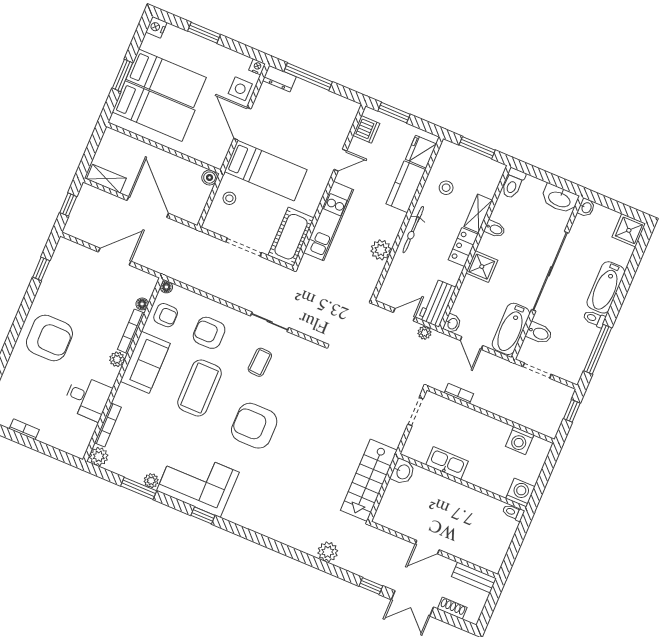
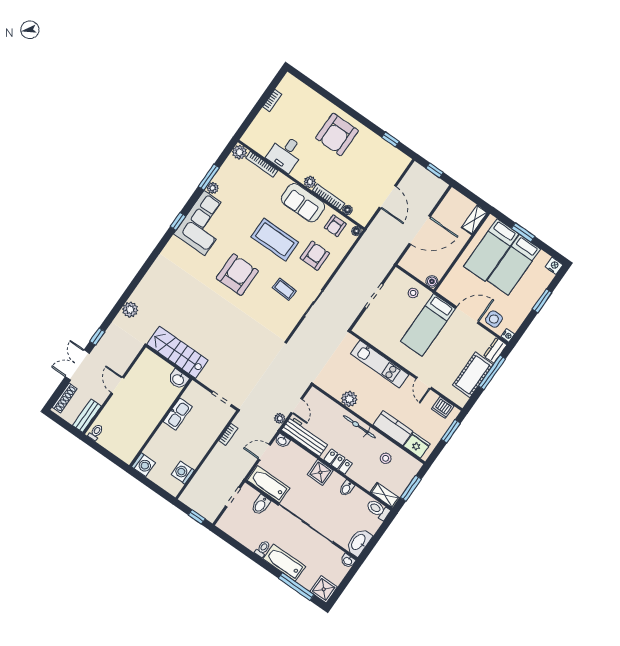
shelving: (106, 179) -> (475, 220), moved
shelving: (478, 213) -> (385, 495), moved
cot: (291, 237) -> (473, 375), moved, turned 90
workbench: (437, 303) -> (305, 436), width x1.38
window: (598, 349) -> (296, 587), moved
toilet: (513, 512) -> (96, 432), moved
shoe rack: (452, 608) -> (65, 398), width x1.43

